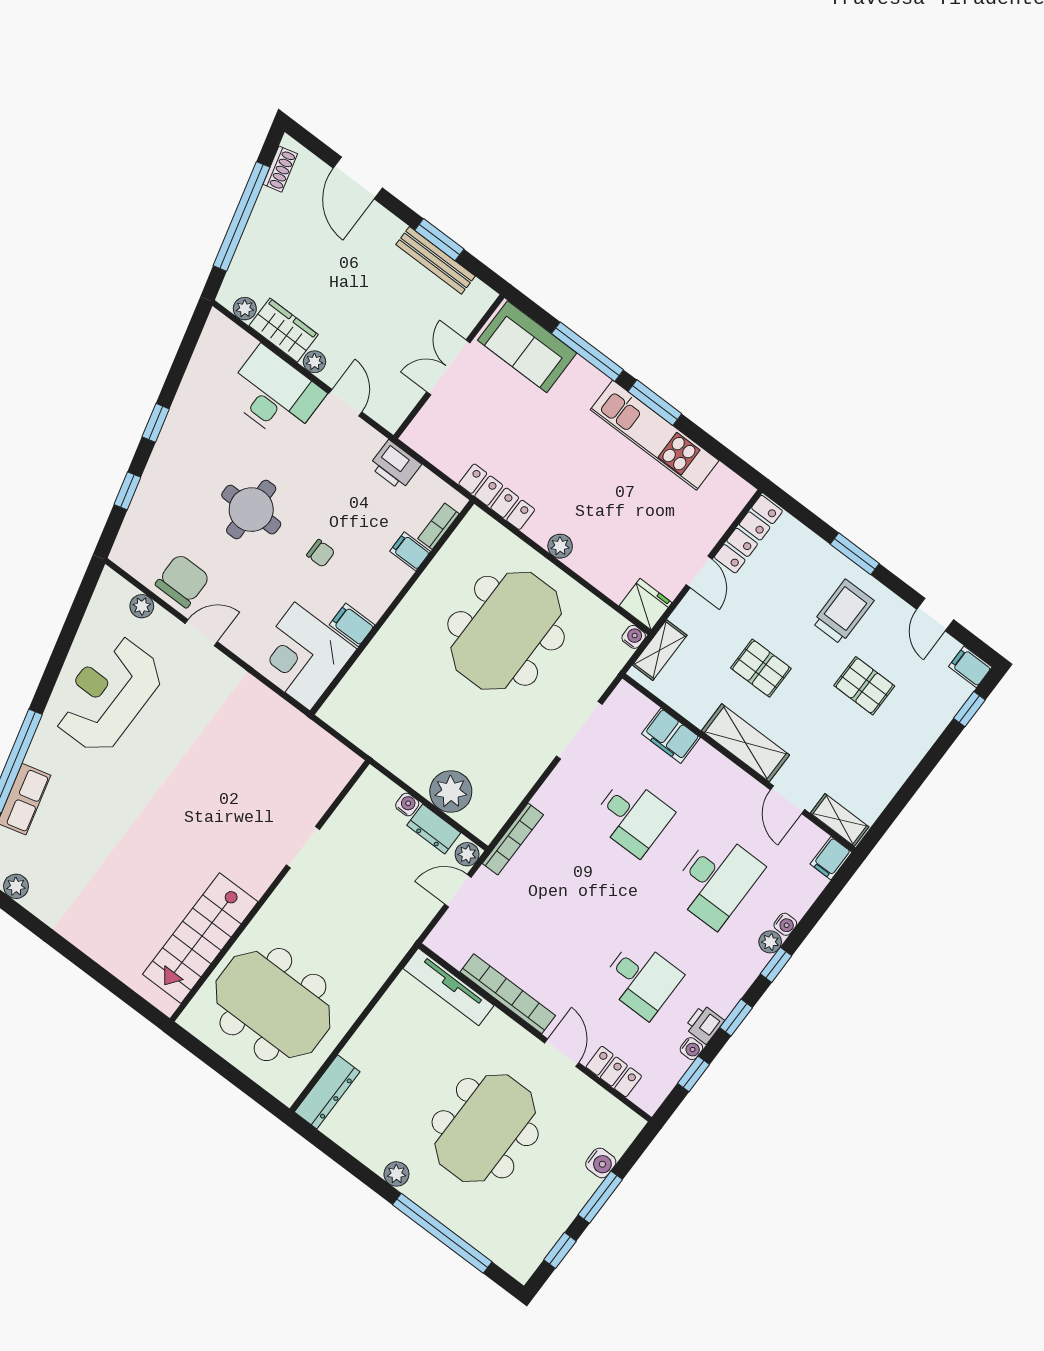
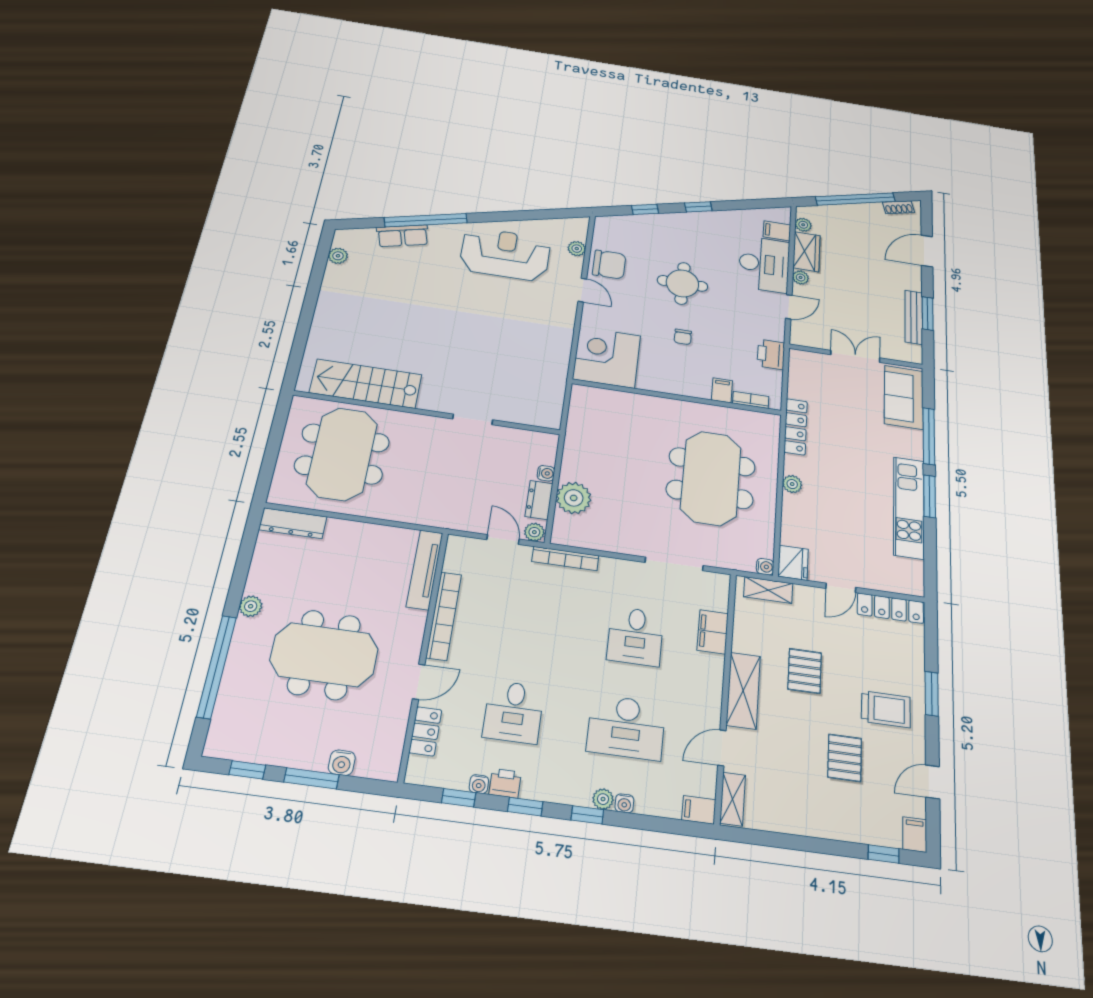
filing cabinet: (352, 625) -> (777, 231), moved, turned -90
meeting table: (506, 631) -> (711, 478), turned 90

